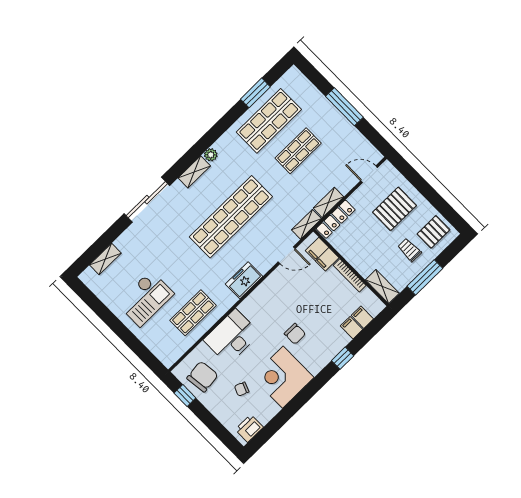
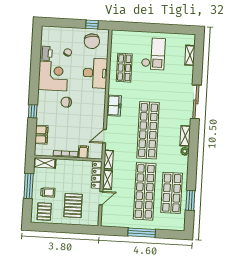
shop shelf: (298, 151) -> (145, 191), width x2.00, depth x1.36
door: (369, 174) -> (101, 198), moved
filing cabinet: (322, 254) -> (83, 152), width x0.50
checkout: (145, 299) -> (153, 54), turned 180
printer: (249, 428) -> (46, 53), moved

